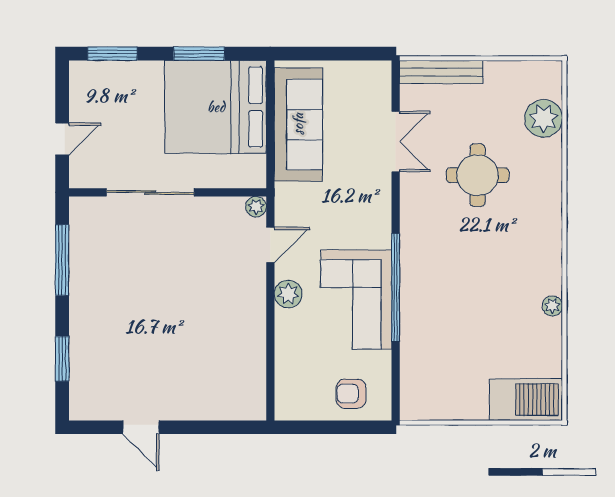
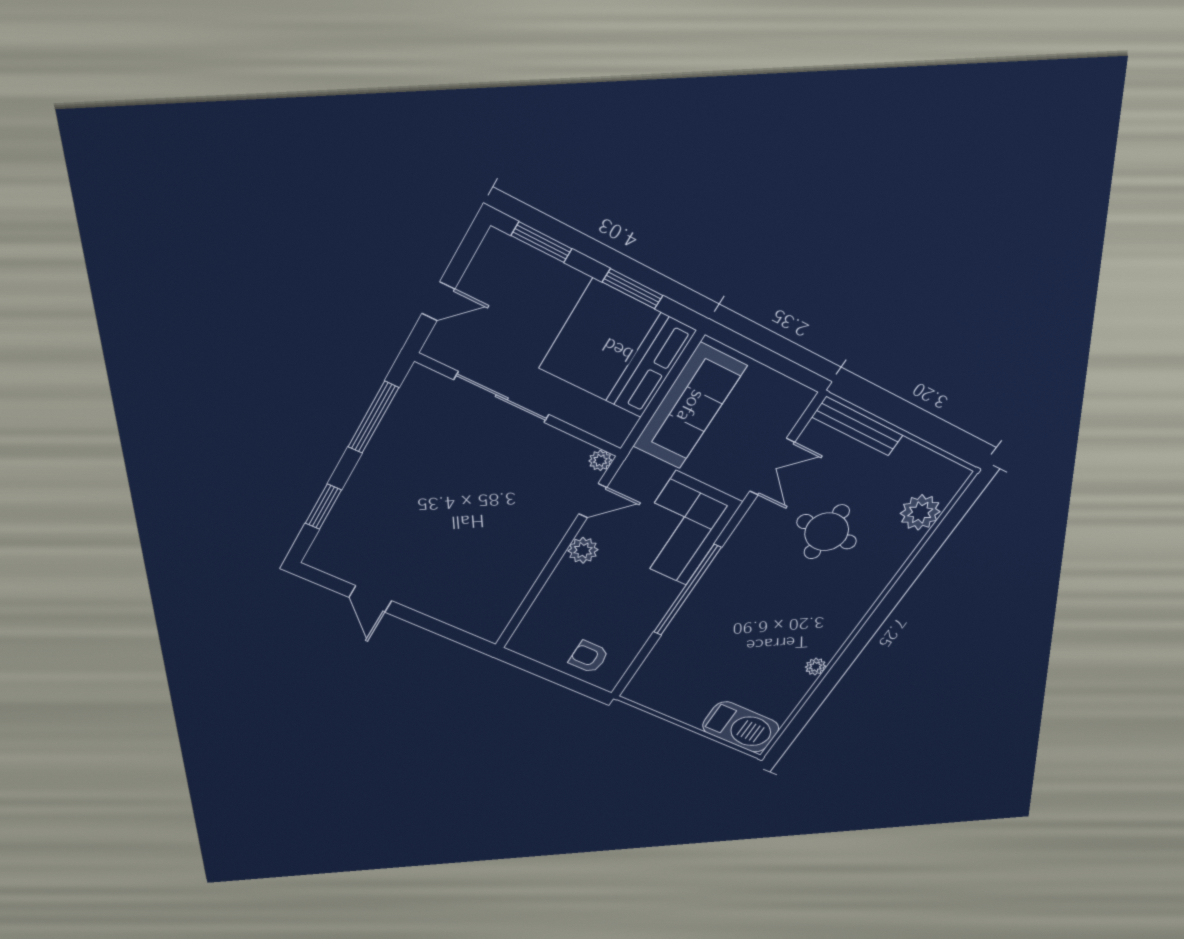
corner sofa: (356, 300) -> (681, 529), moved

